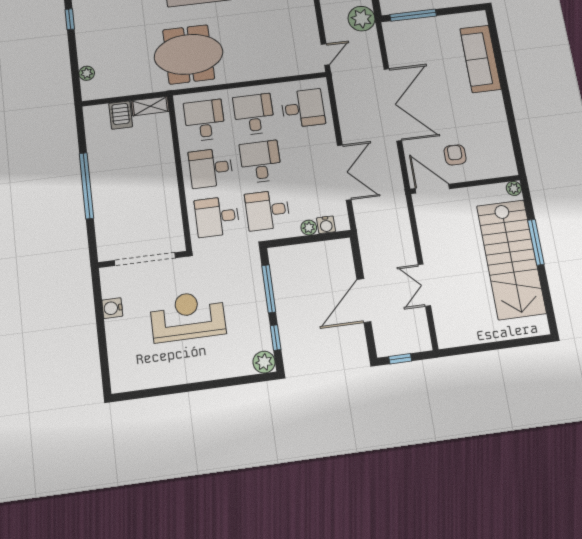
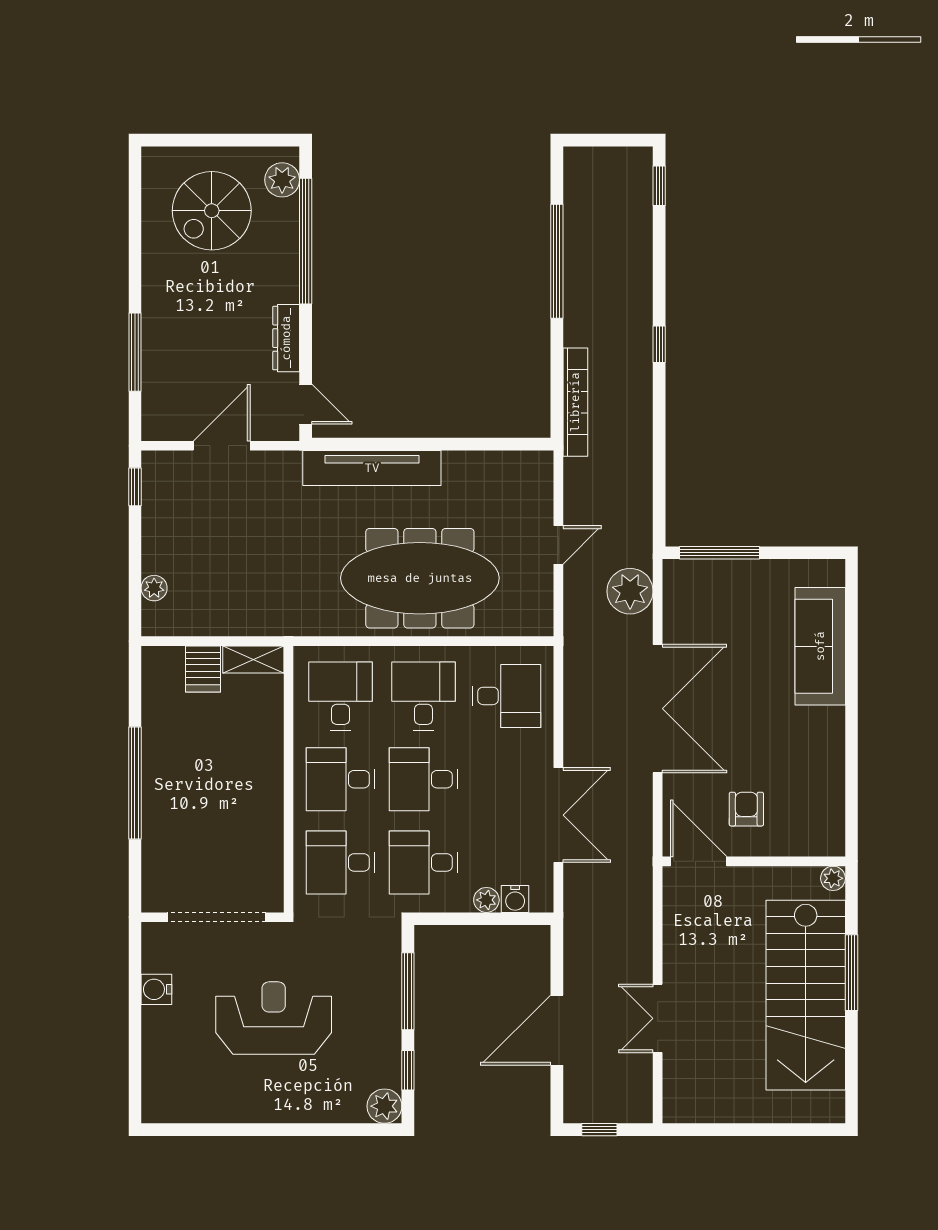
plant: (362, 19) -> (630, 591), moved
meeting table: (189, 54) -> (420, 578), moved, width x1.36
door: (325, 54) -> (558, 545), moved
desk: (261, 162) -> (423, 779), turned -90

